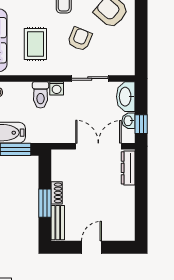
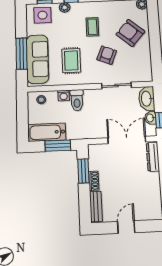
washing machine: (57, 88) -> (64, 96), moved
window: (45, 203) -> (83, 171), moved

